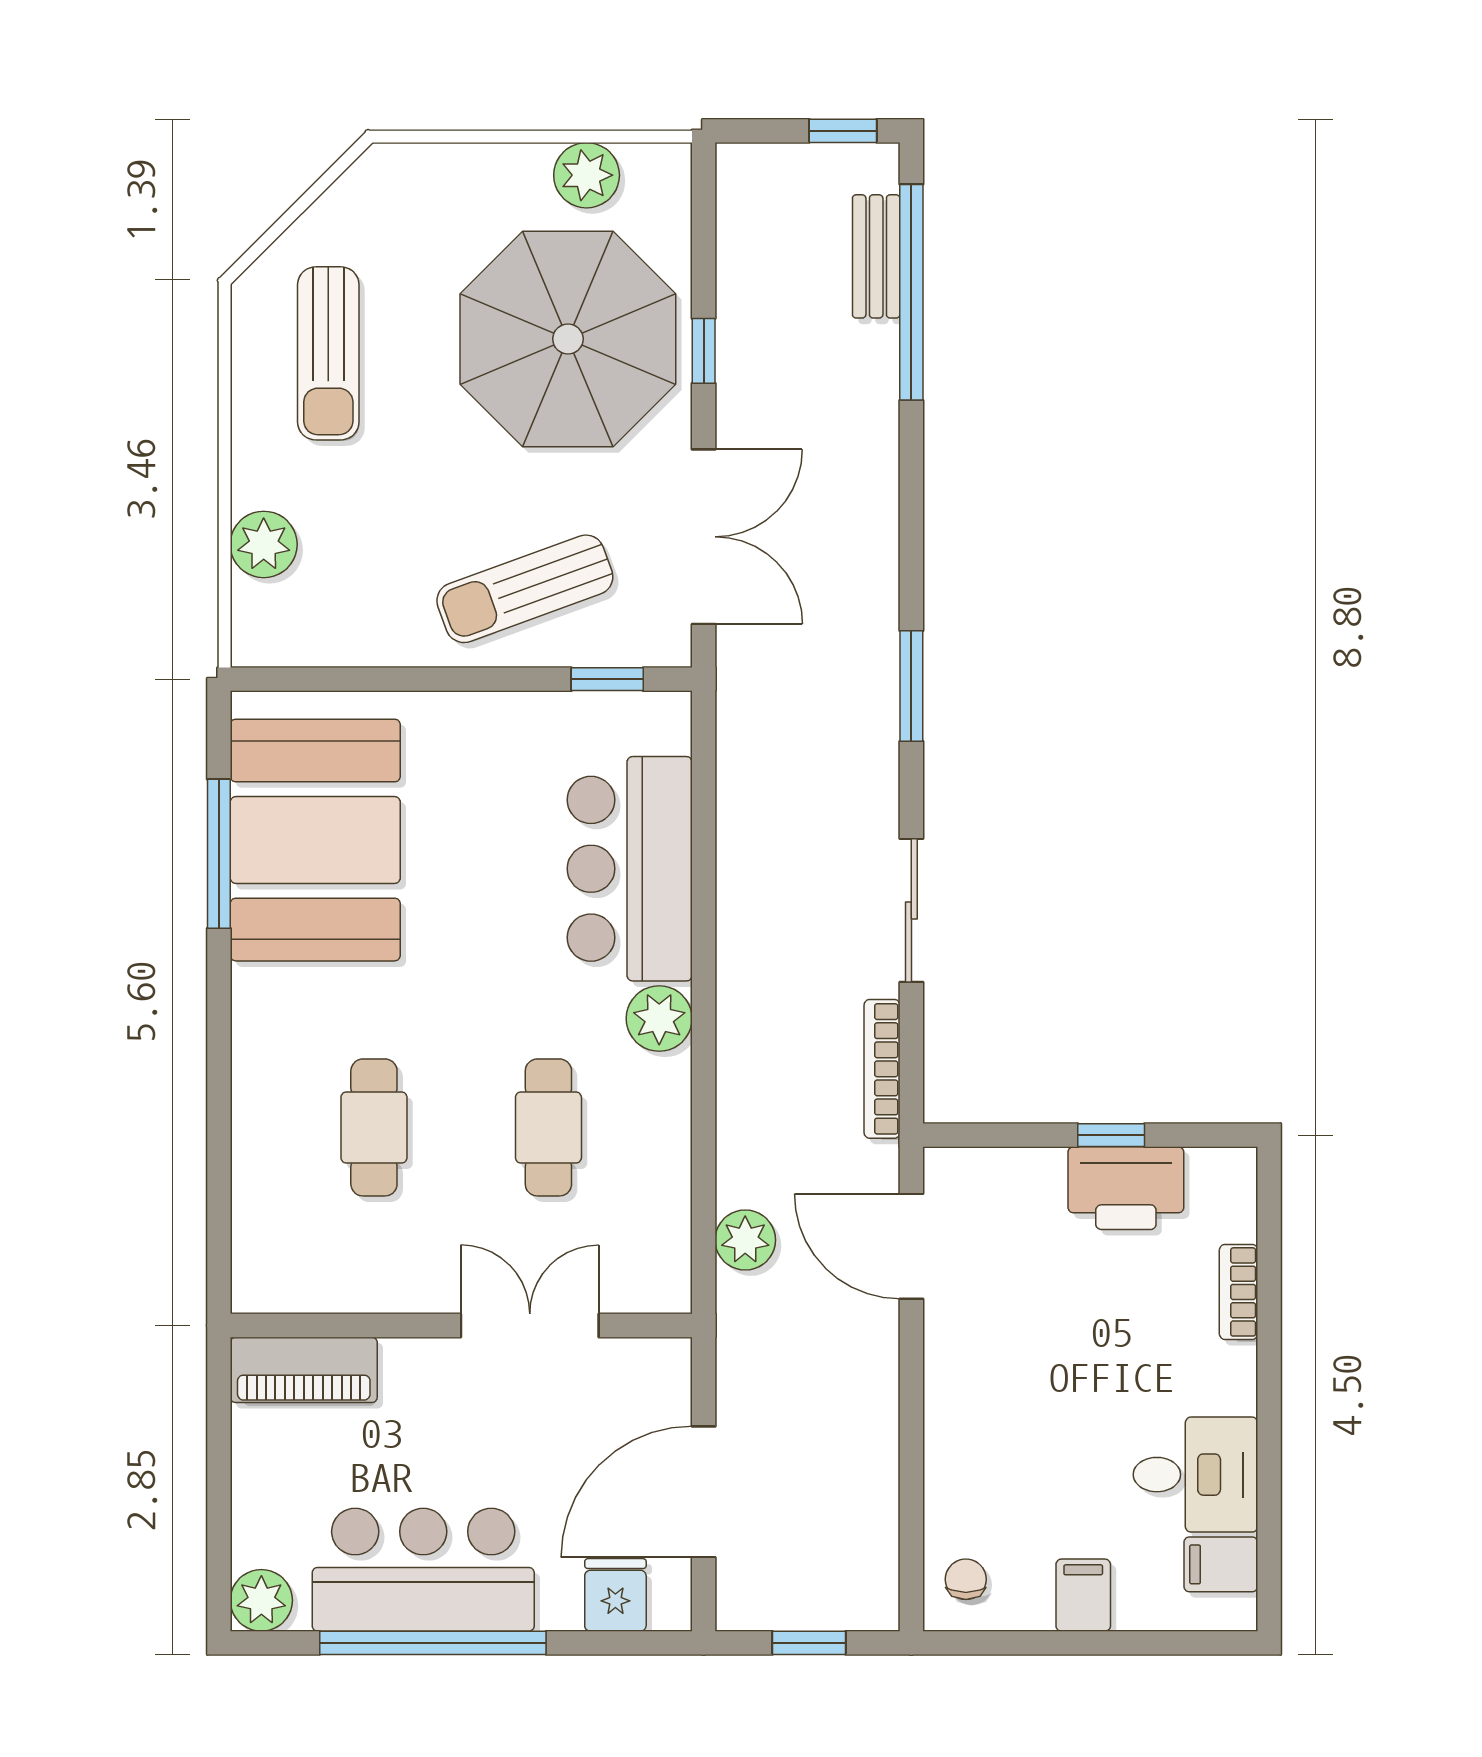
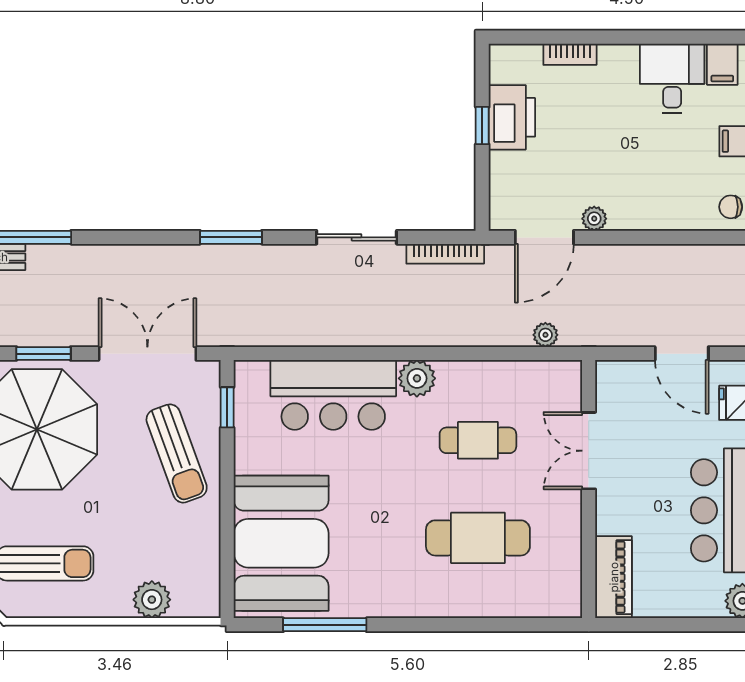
window: (704, 351) -> (44, 354), width x1.50
booth: (315, 840) -> (281, 543), moved, turned 90
cafe table: (374, 1127) -> (478, 538), width x1.37, depth x1.35
plant: (745, 1240) -> (545, 335), width x0.73, depth x0.73
plant: (945, 1335) -> (594, 219), added
door: (704, 1492) -> (682, 354), width x0.73

